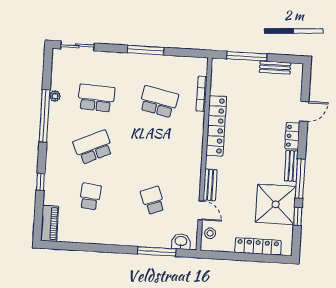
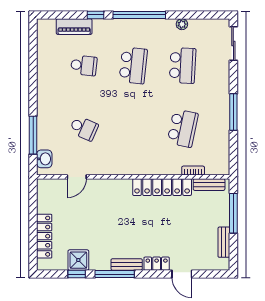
bookcase: (202, 94) -> (193, 170), width x0.64
window: (45, 116) -> (139, 15), moved
school desk: (93, 147) -> (133, 65), turned 30
bench: (210, 185) -> (209, 185), moved
school desk: (153, 200) -> (84, 128), turned 45
shower: (276, 204) -> (78, 260), width x0.54, depth x0.54
piano: (50, 223) -> (74, 27), moved
stool: (210, 233) -> (54, 187), removed

